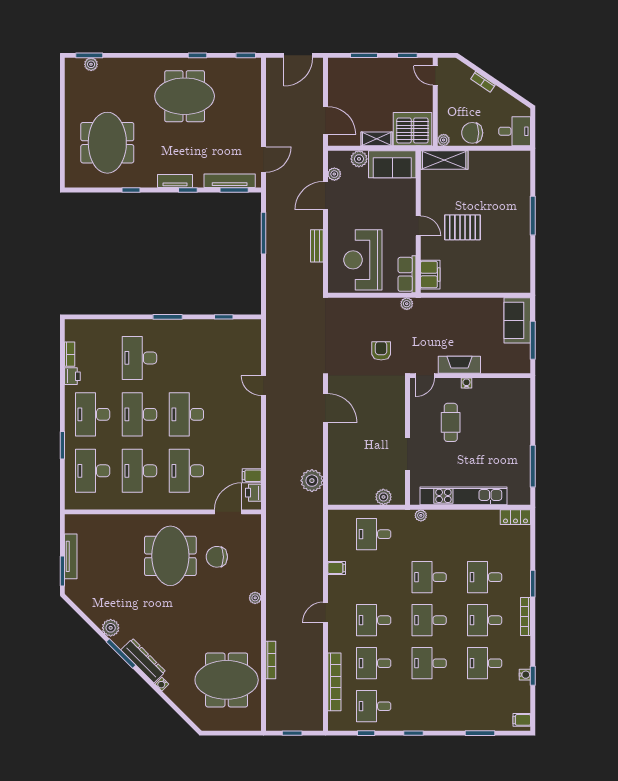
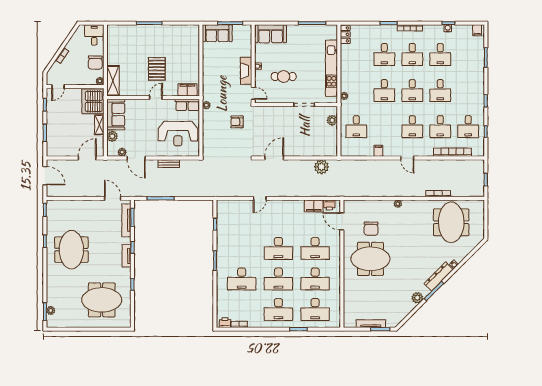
printer: (72, 376) -> (225, 323), moved
sofa: (516, 402) -> (271, 34), added
filing cabinet: (252, 476) -> (314, 206), width x2.00

